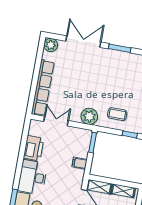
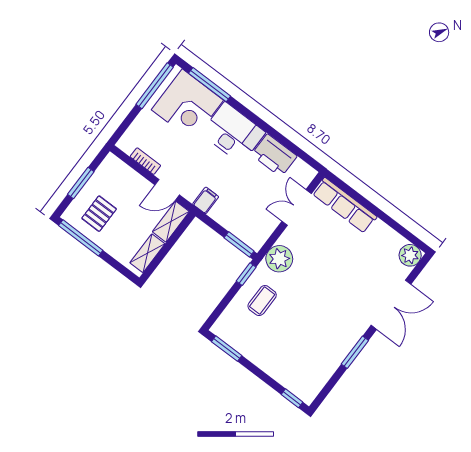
row of seats: (43, 88) -> (345, 205), width x0.73
double door: (56, 121) -> (297, 207), swing flipped
window: (130, 134) -> (246, 274), moved
filing cabinet: (80, 163) -> (206, 200), moved

